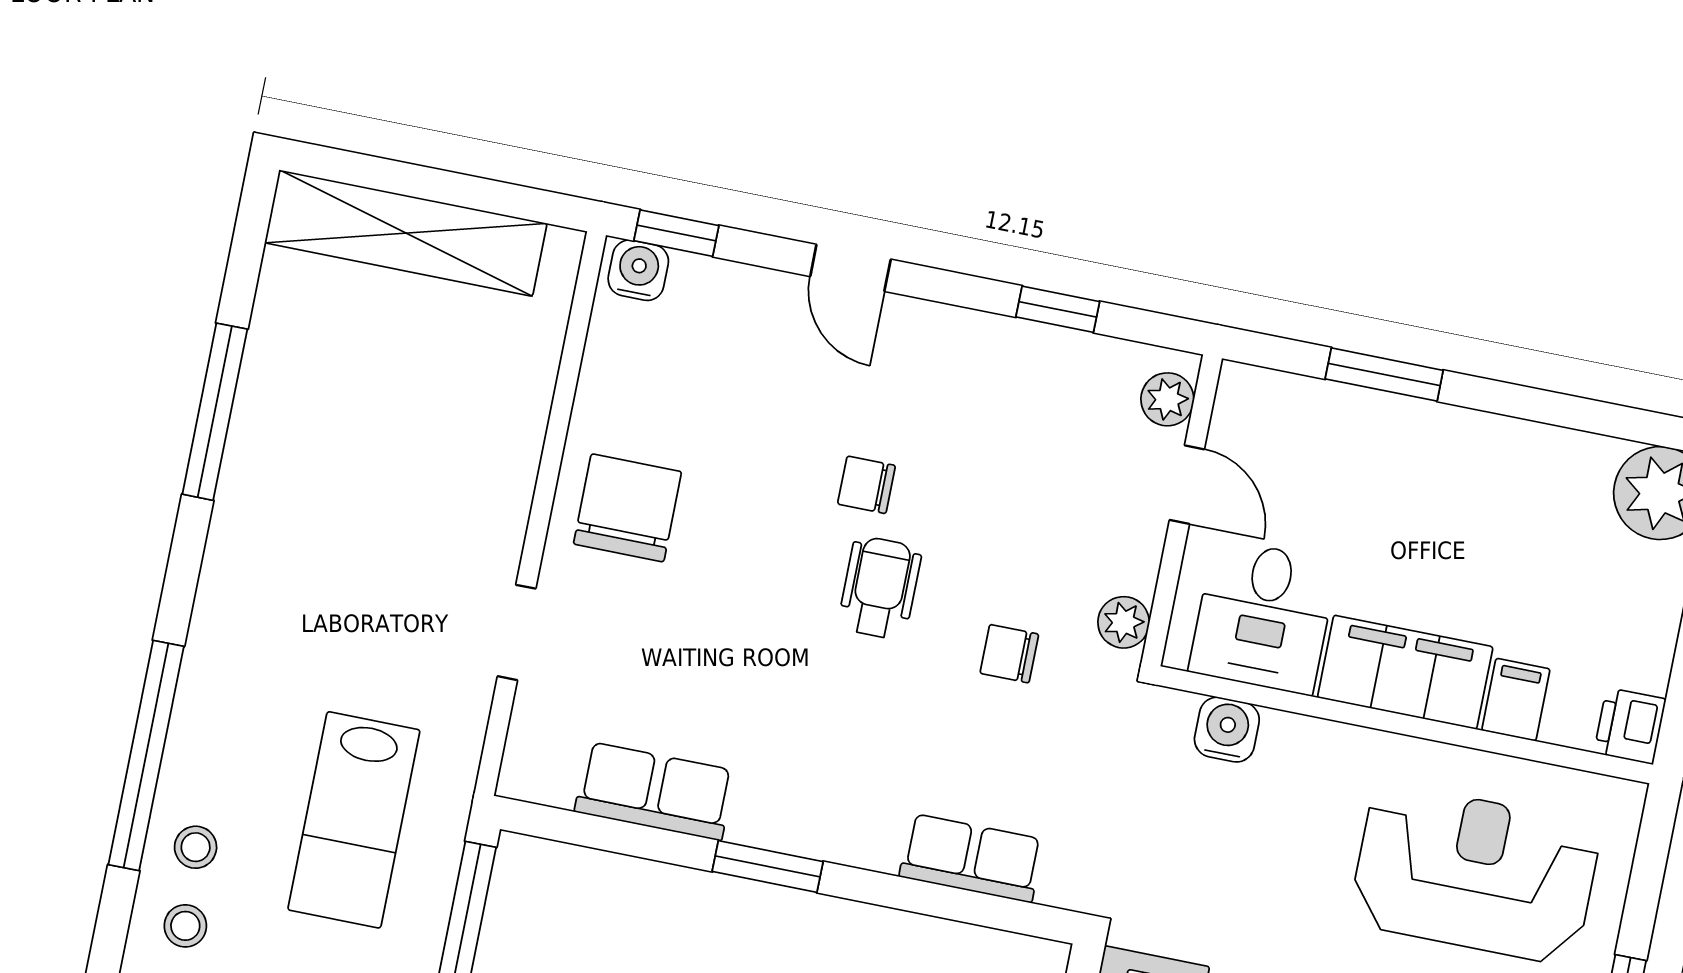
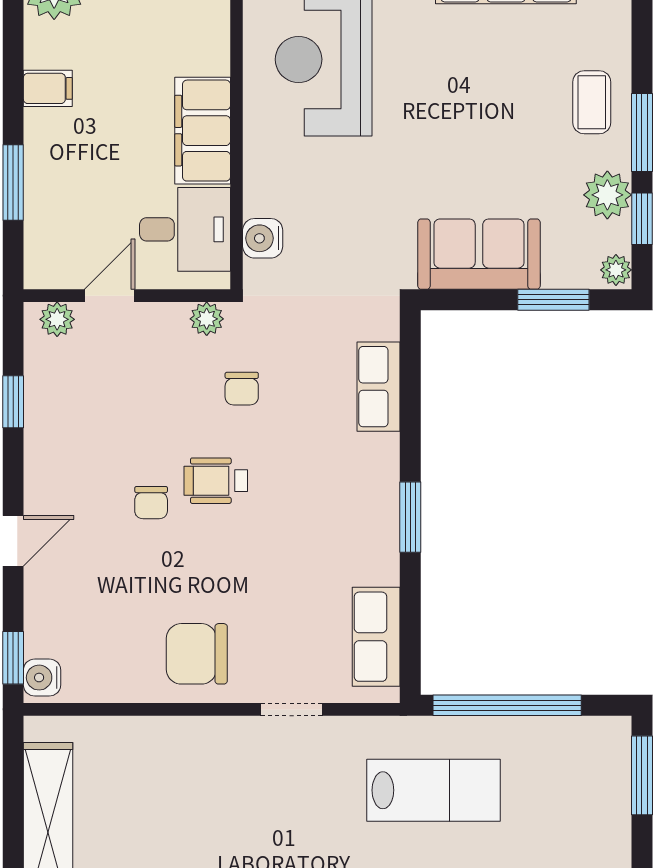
filing cabinet: (1516, 700) -> (48, 88), moved, turned 180
row of seats: (655, 791) -> (376, 637), moved

